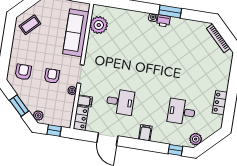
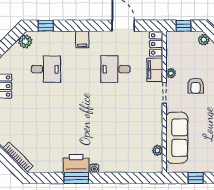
printer: (163, 21) -> (76, 164), width x1.87, depth x1.48
plant: (99, 25) -> (157, 150), width x0.53, depth x0.53
filing cabinet: (85, 101) -> (155, 70), width x2.00

